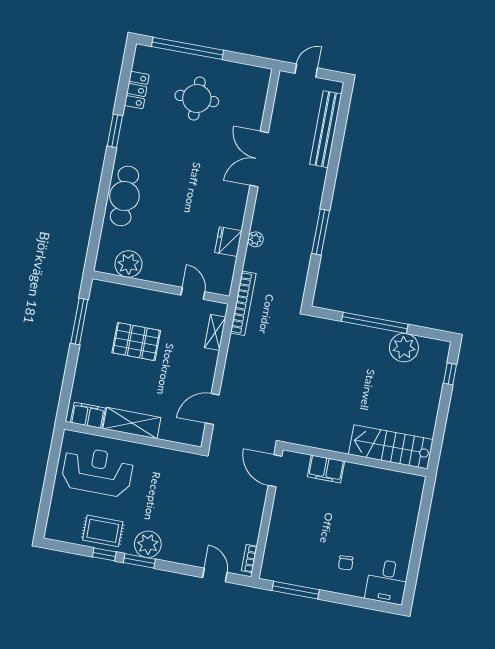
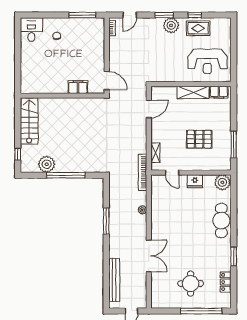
fridge: (228, 242) -> (195, 181), moved, turned 90
plant: (128, 264) -> (222, 182), moved
stairs: (391, 447) -> (29, 121), moved, turned -90
window: (139, 561) -> (164, 15), moved
door: (215, 575) -> (130, 15), hinge flipped

